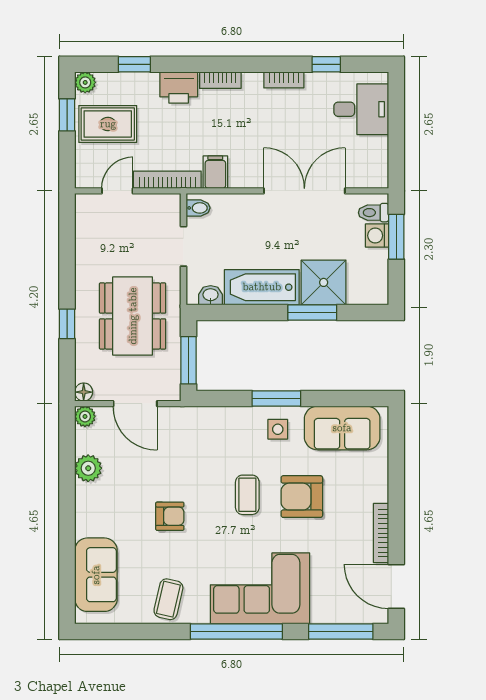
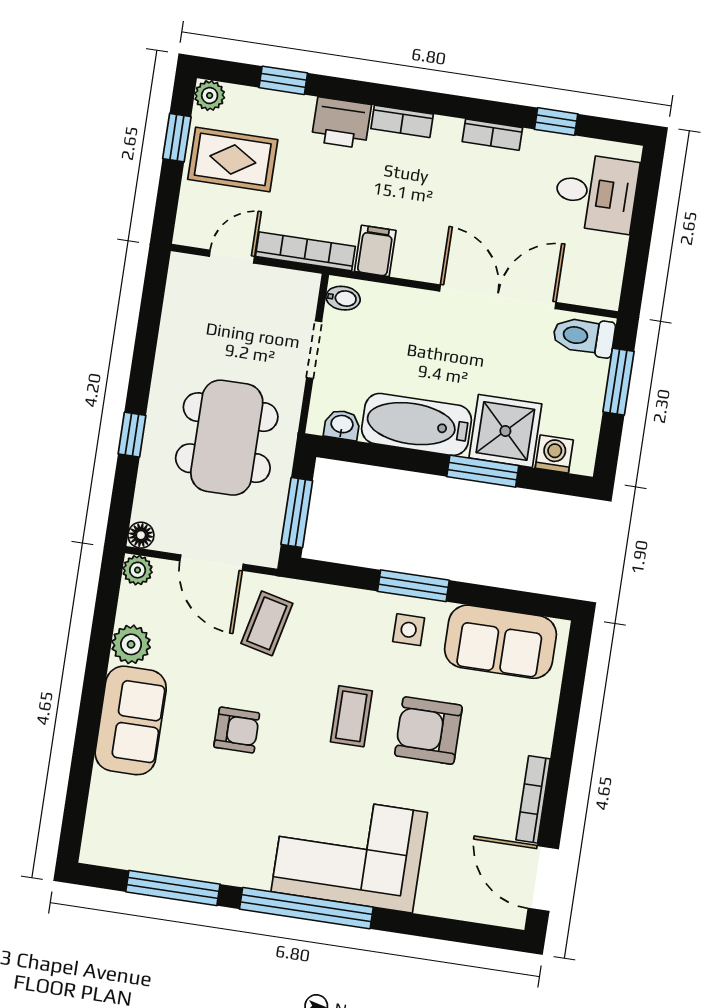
toilet: (374, 213) -> (584, 336), width x1.37, depth x1.39
washing machine: (377, 236) -> (554, 454), moved, turned 90
sofa: (96, 575) -> (131, 720), moved
coffee table: (168, 599) -> (267, 623), moved
window: (341, 631) -> (173, 888), moved

